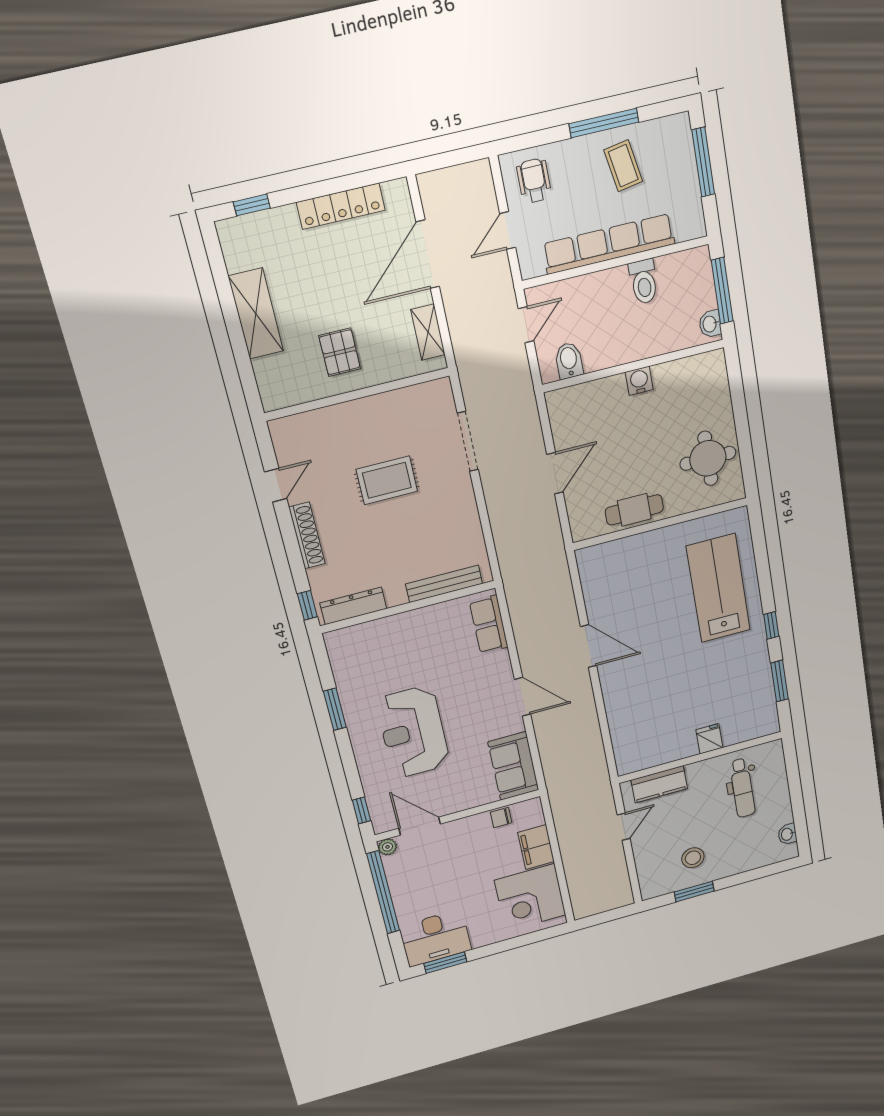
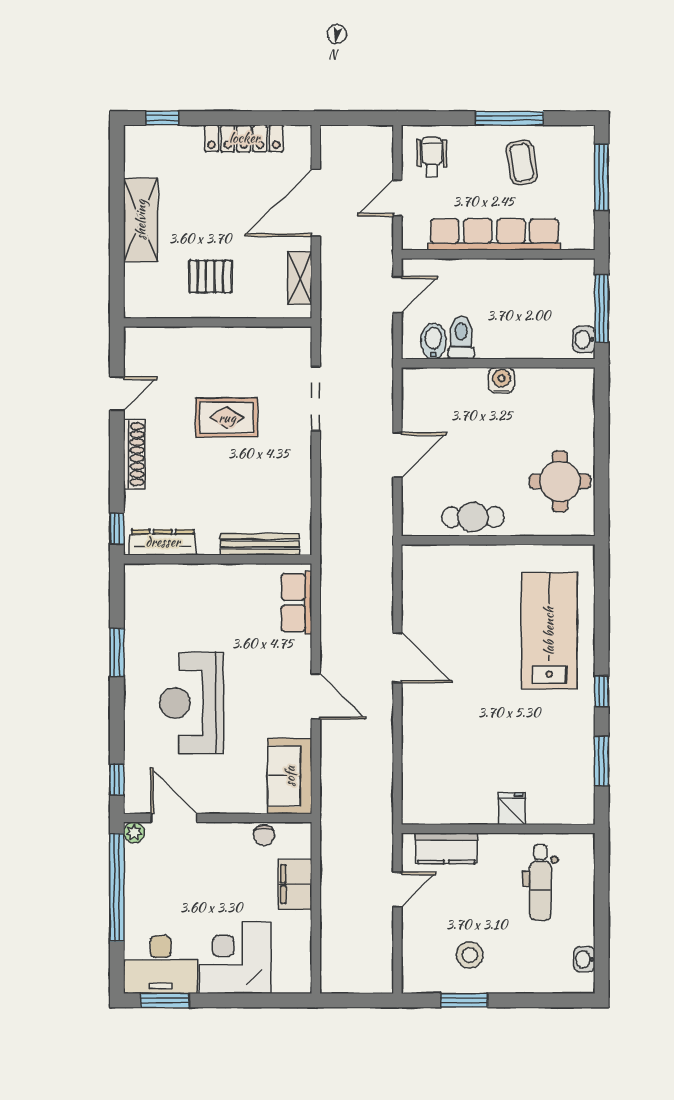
toilet: (644, 282) -> (461, 337), moved, turned 180
pallet: (340, 352) -> (210, 277), turned 90
chair: (501, 818) -> (264, 835), turned -90
corner desk: (530, 898) -> (235, 958), moved, turned 90

